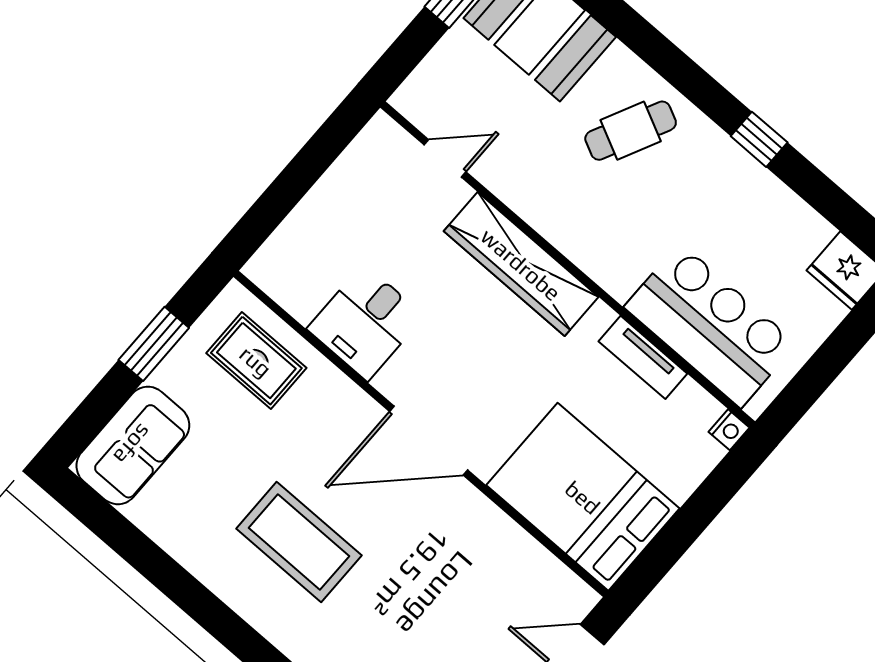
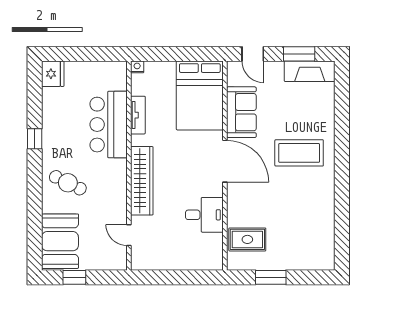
bar counter: (710, 325) -> (109, 125), moved
rug: (256, 361) -> (247, 239), turned 90
sofa: (133, 445) -> (241, 112), moved, turned 90
coffee table: (299, 542) -> (299, 153), moved, turned 90

